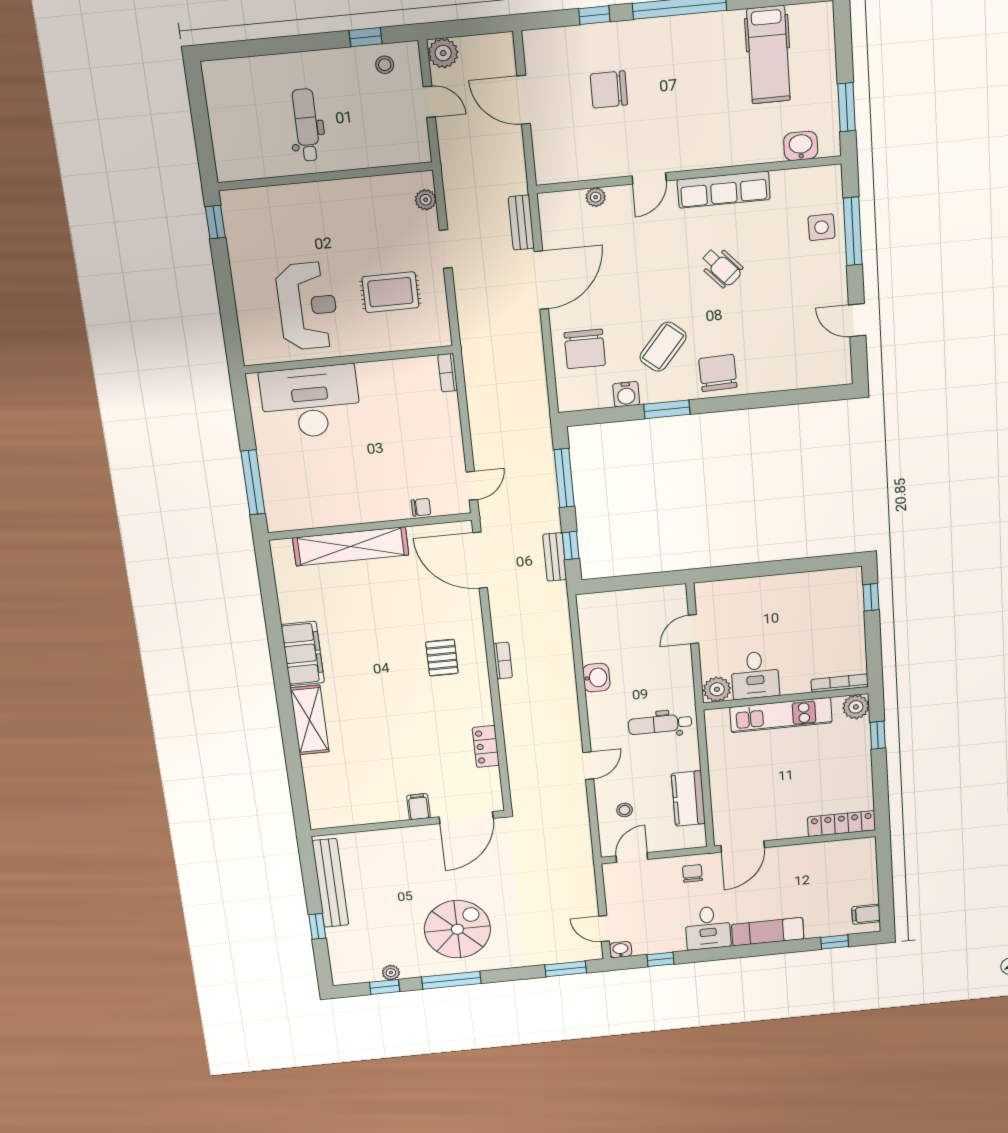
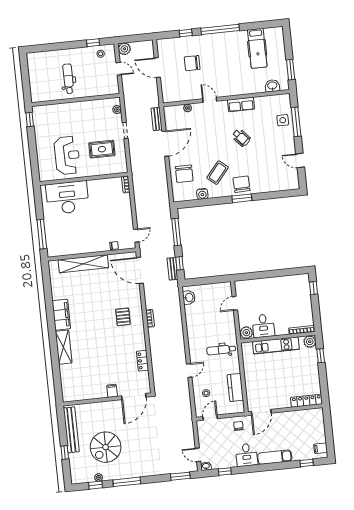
door: (649, 178) -> (210, 100), swing flipped
row of seats: (724, 190) -> (241, 104), width x0.68
window: (667, 409) -> (242, 198), moved
washbasin: (596, 678) -> (189, 297), moved
spiral stairs: (457, 929) -> (106, 447), moved, turned 180

